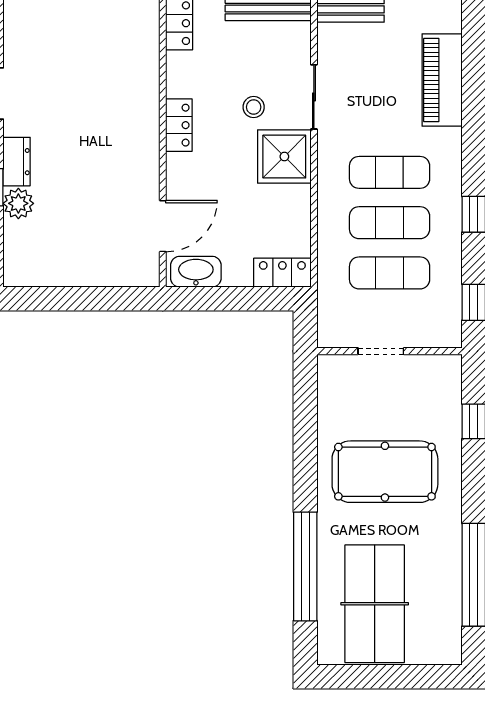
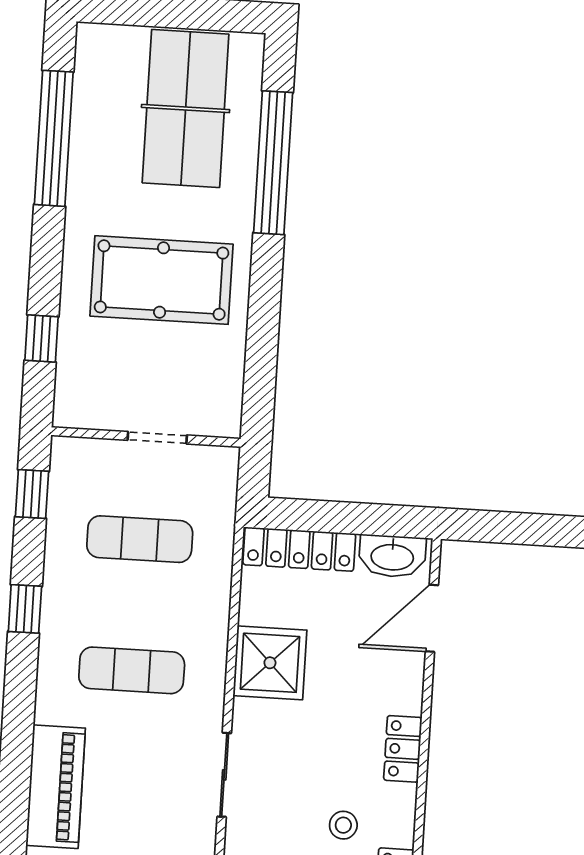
stool: (254, 107) -> (343, 825), moved
shower: (284, 157) -> (270, 663), moved
exercise mat: (390, 223) -> (136, 605), removed
locker: (282, 273) -> (299, 549), width x1.53

